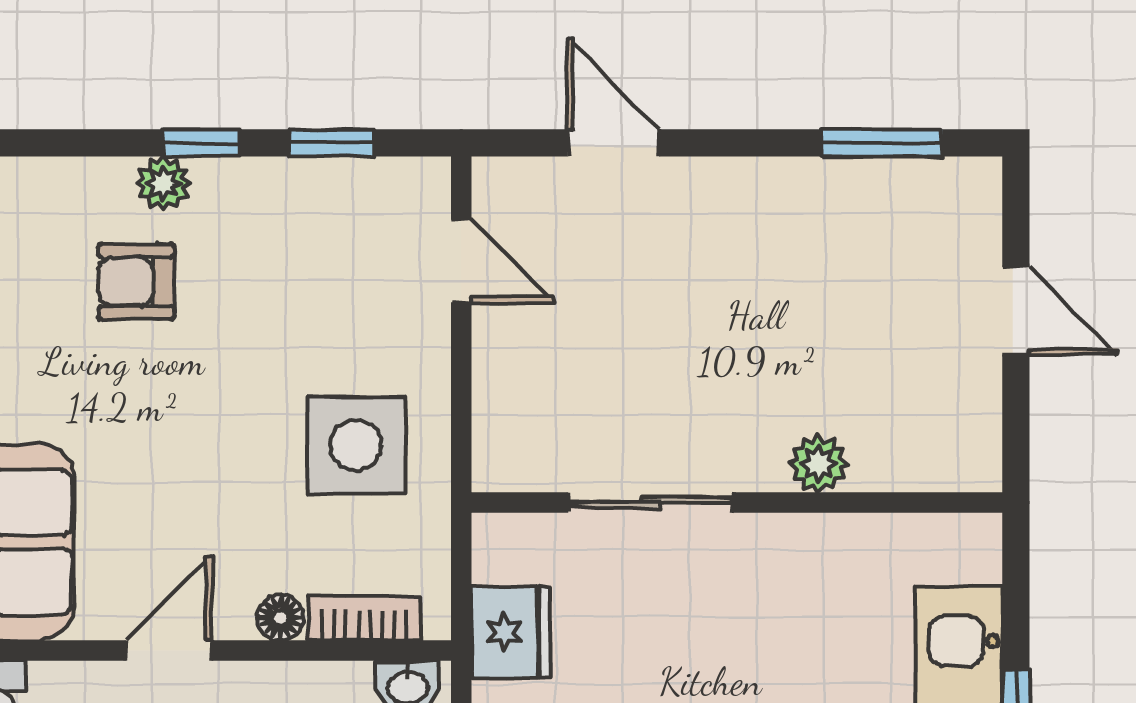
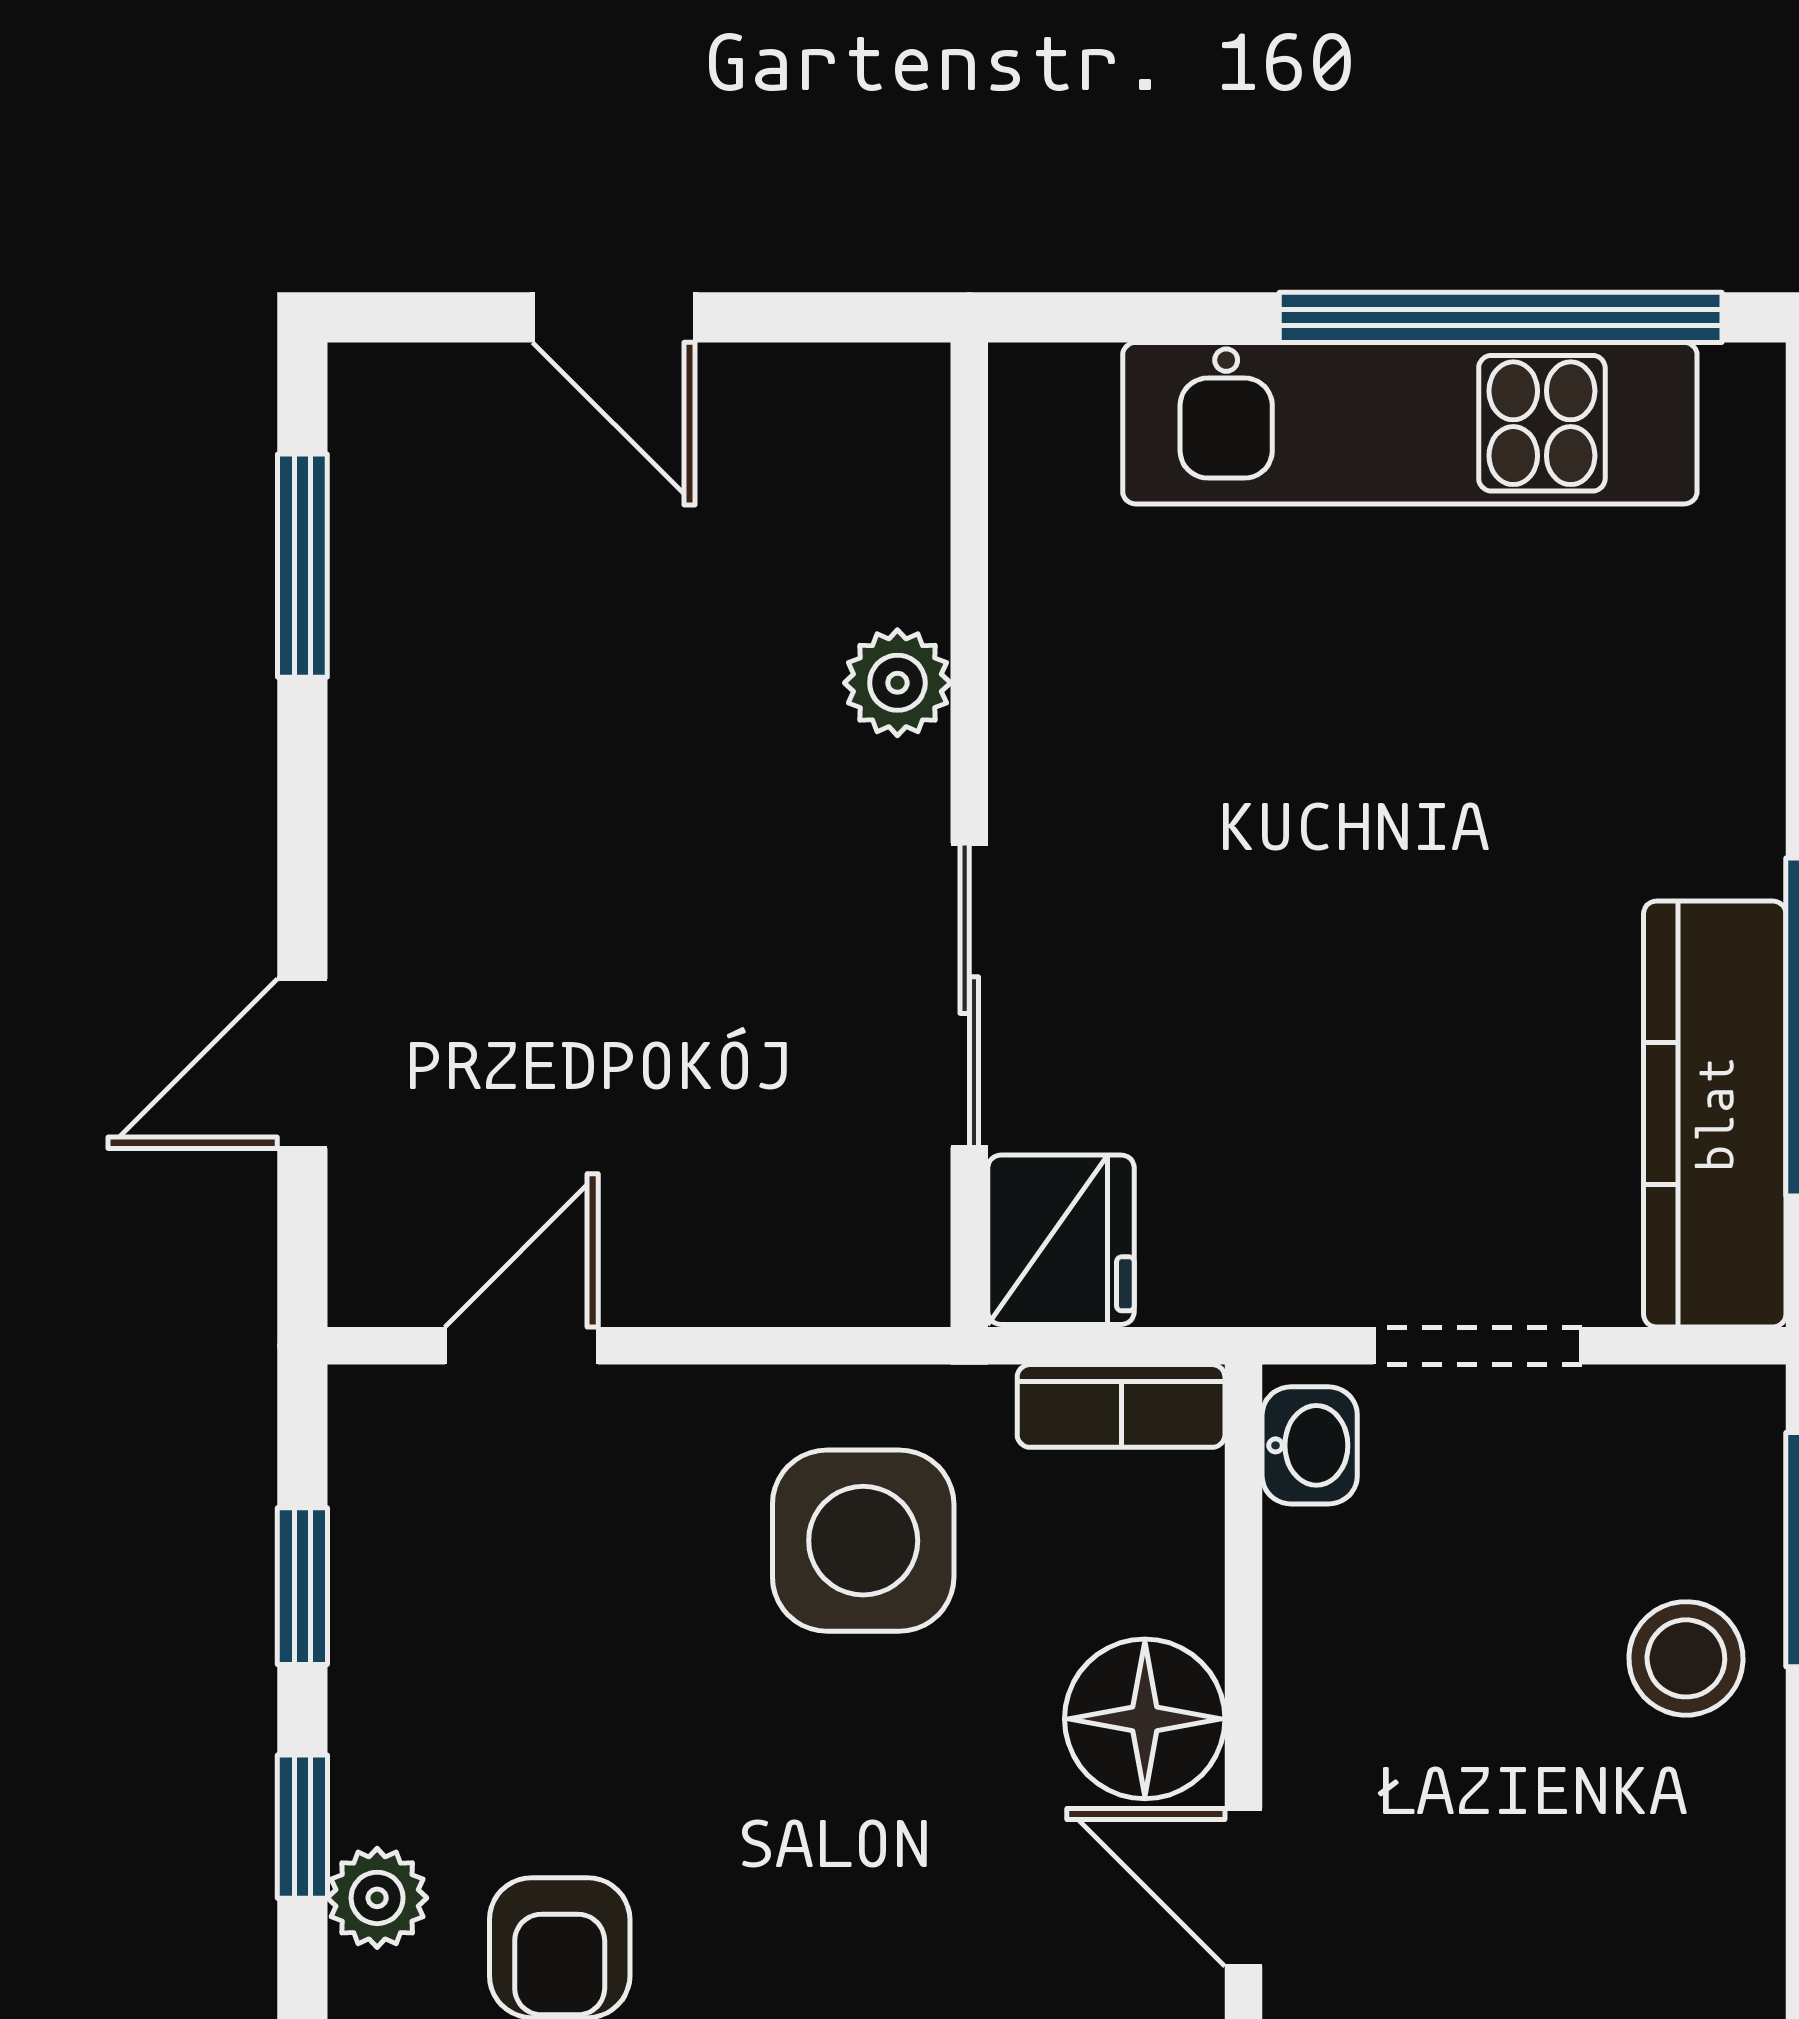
door: (1016, 311) -> (614, 317), swing flipped
floor lamp: (280, 617) -> (1145, 1719), width x1.89, depth x1.89
bookcase: (364, 618) -> (1121, 1406), moved, turned -90
fridge: (511, 632) -> (1061, 1240), moved, turned 90

